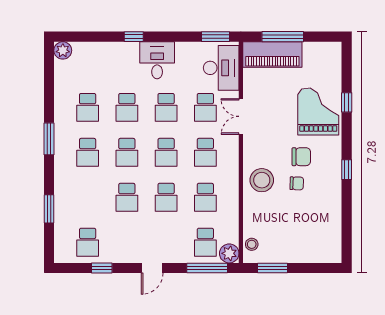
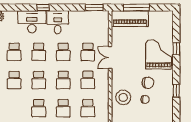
desk: (221, 68) -> (32, 22), moved, turned -90

